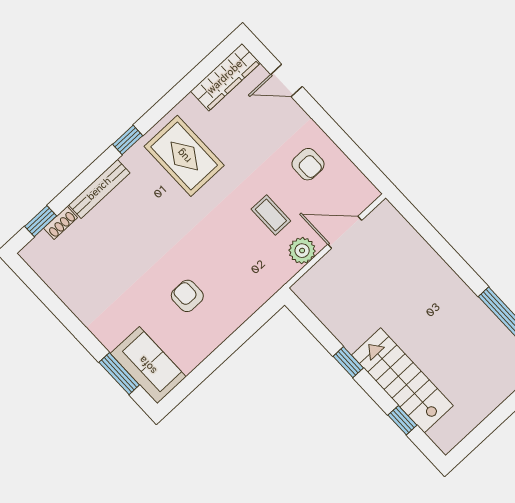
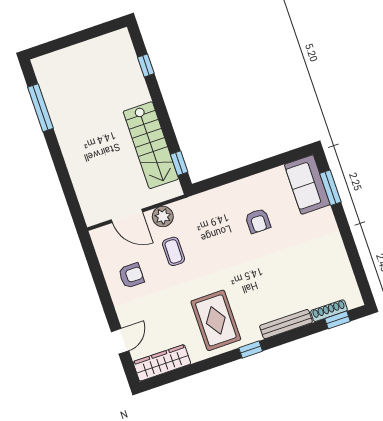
door: (286, 80) -> (120, 341), hinge flipped
armchair: (308, 164) -> (131, 275), turned 90
shoe rack: (61, 223) -> (329, 311), width x1.43
window: (348, 362) -> (179, 163), moved
stairs: (402, 380) -> (151, 145), moved

